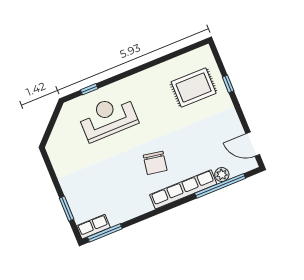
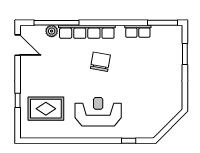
reception desk: (108, 118) -> (98, 112), moved, turned 180
row of seats: (93, 227) -> (138, 31), moved

